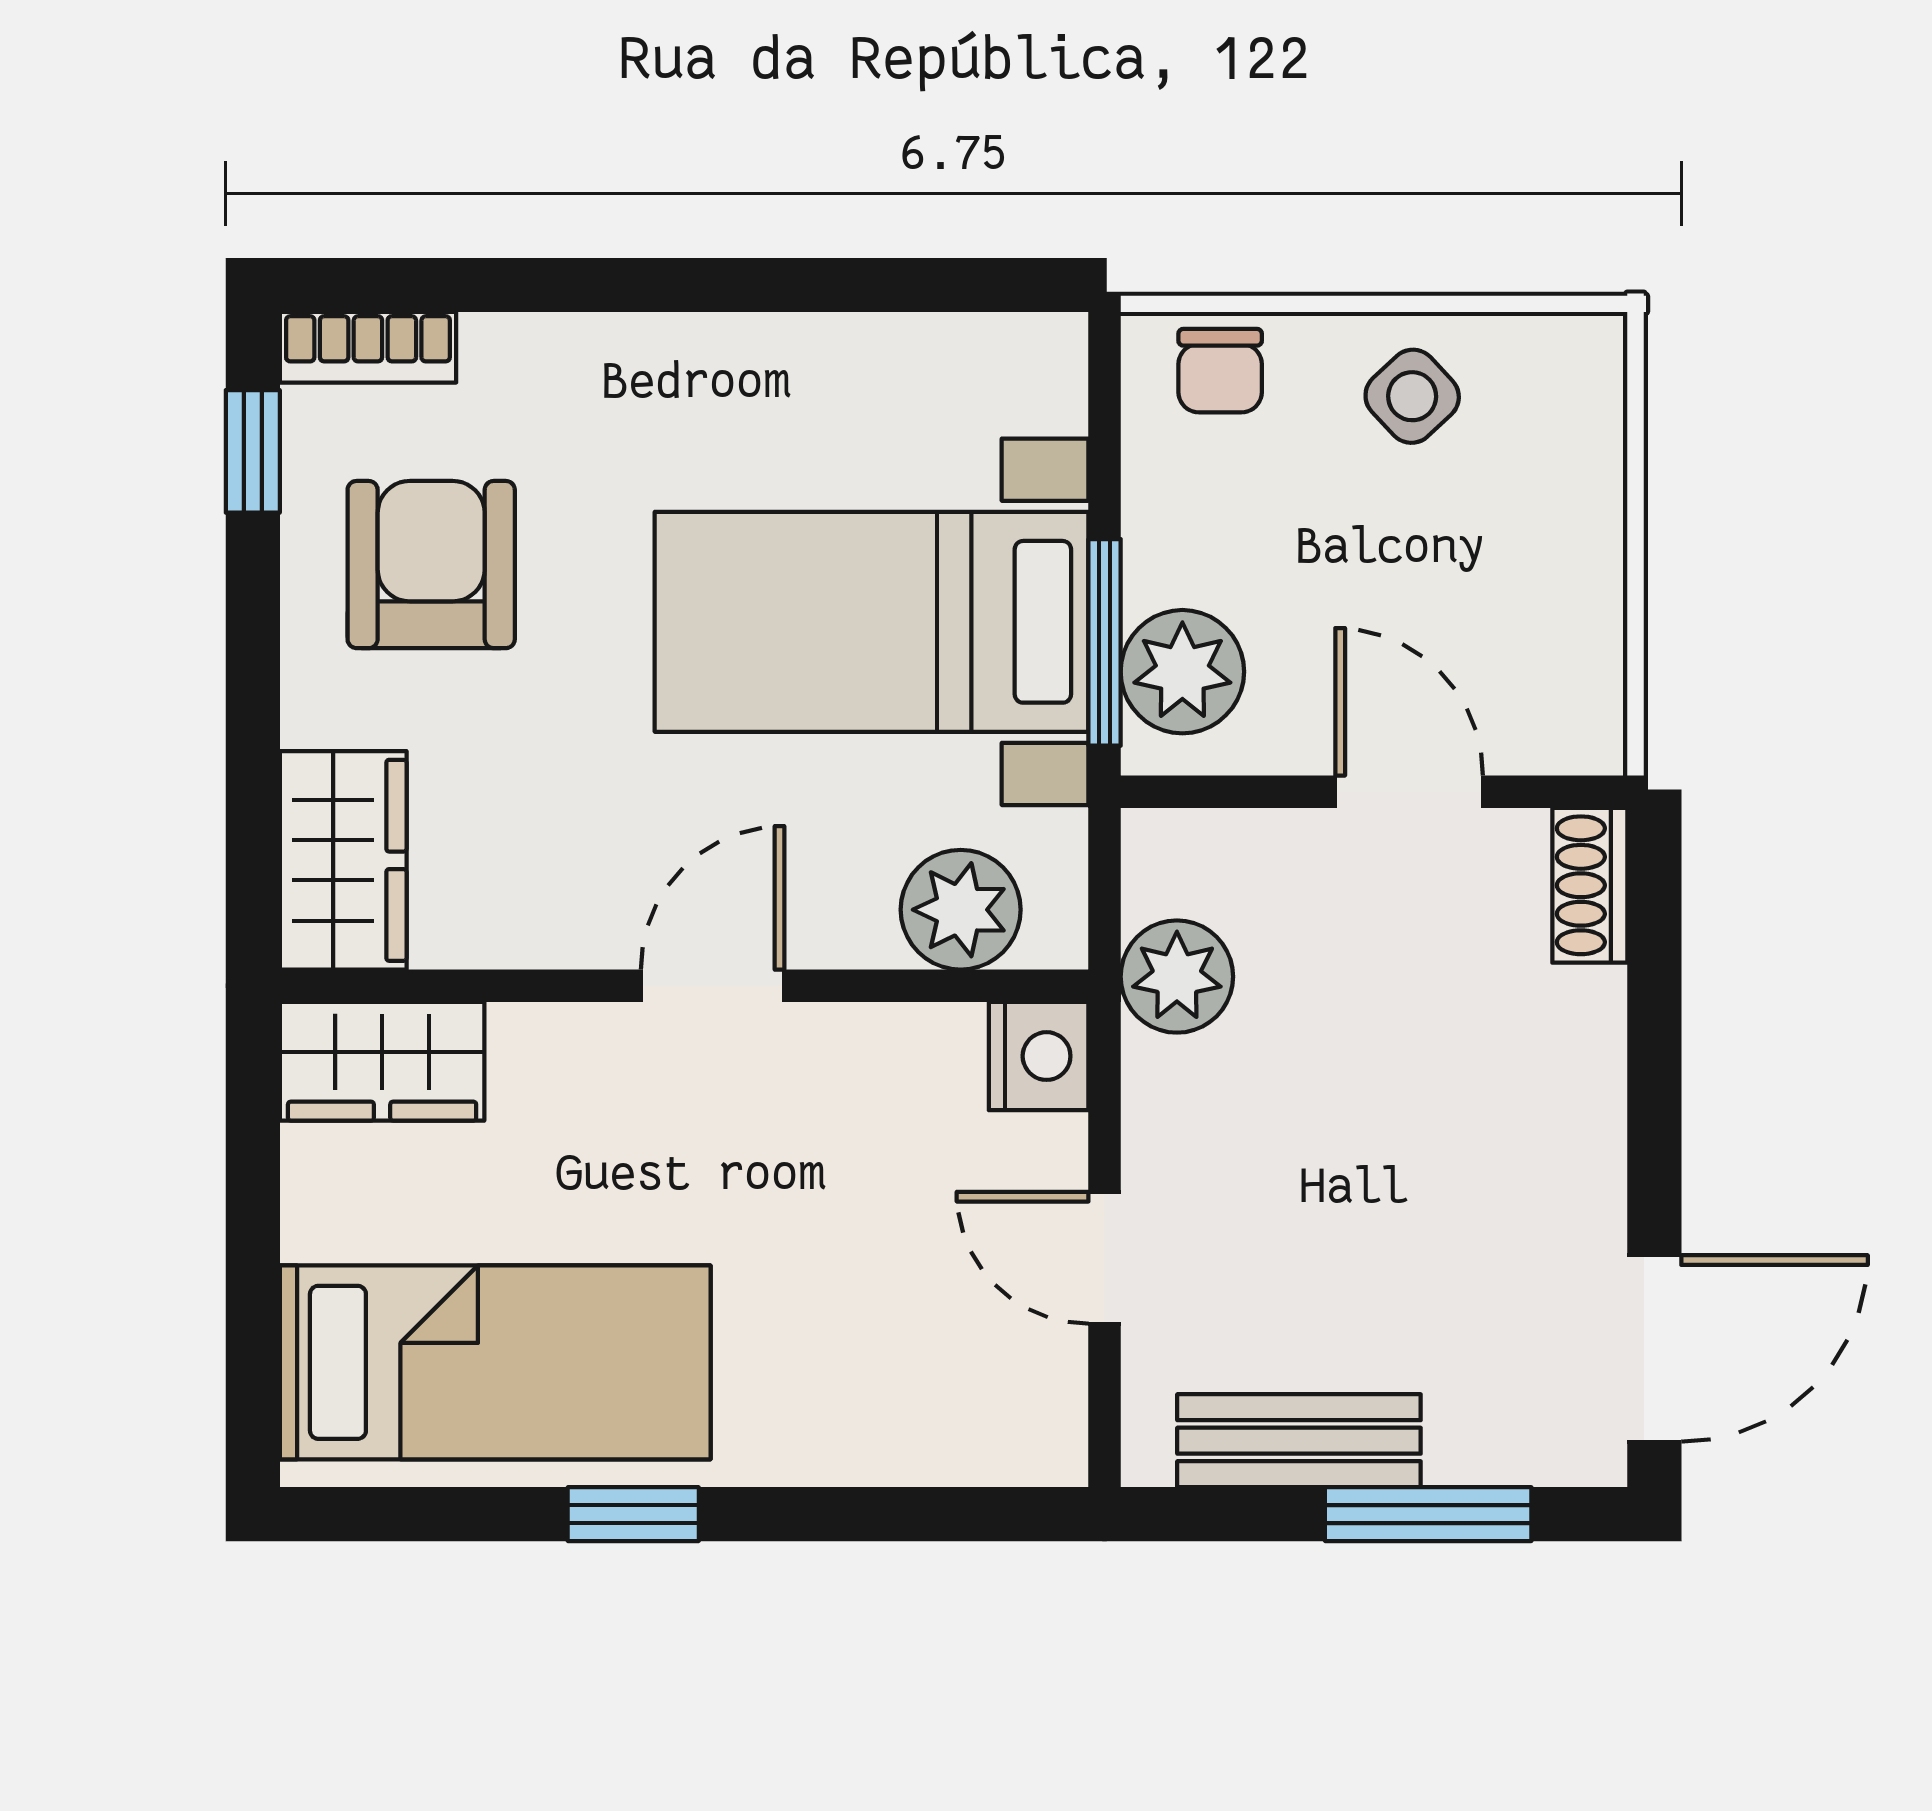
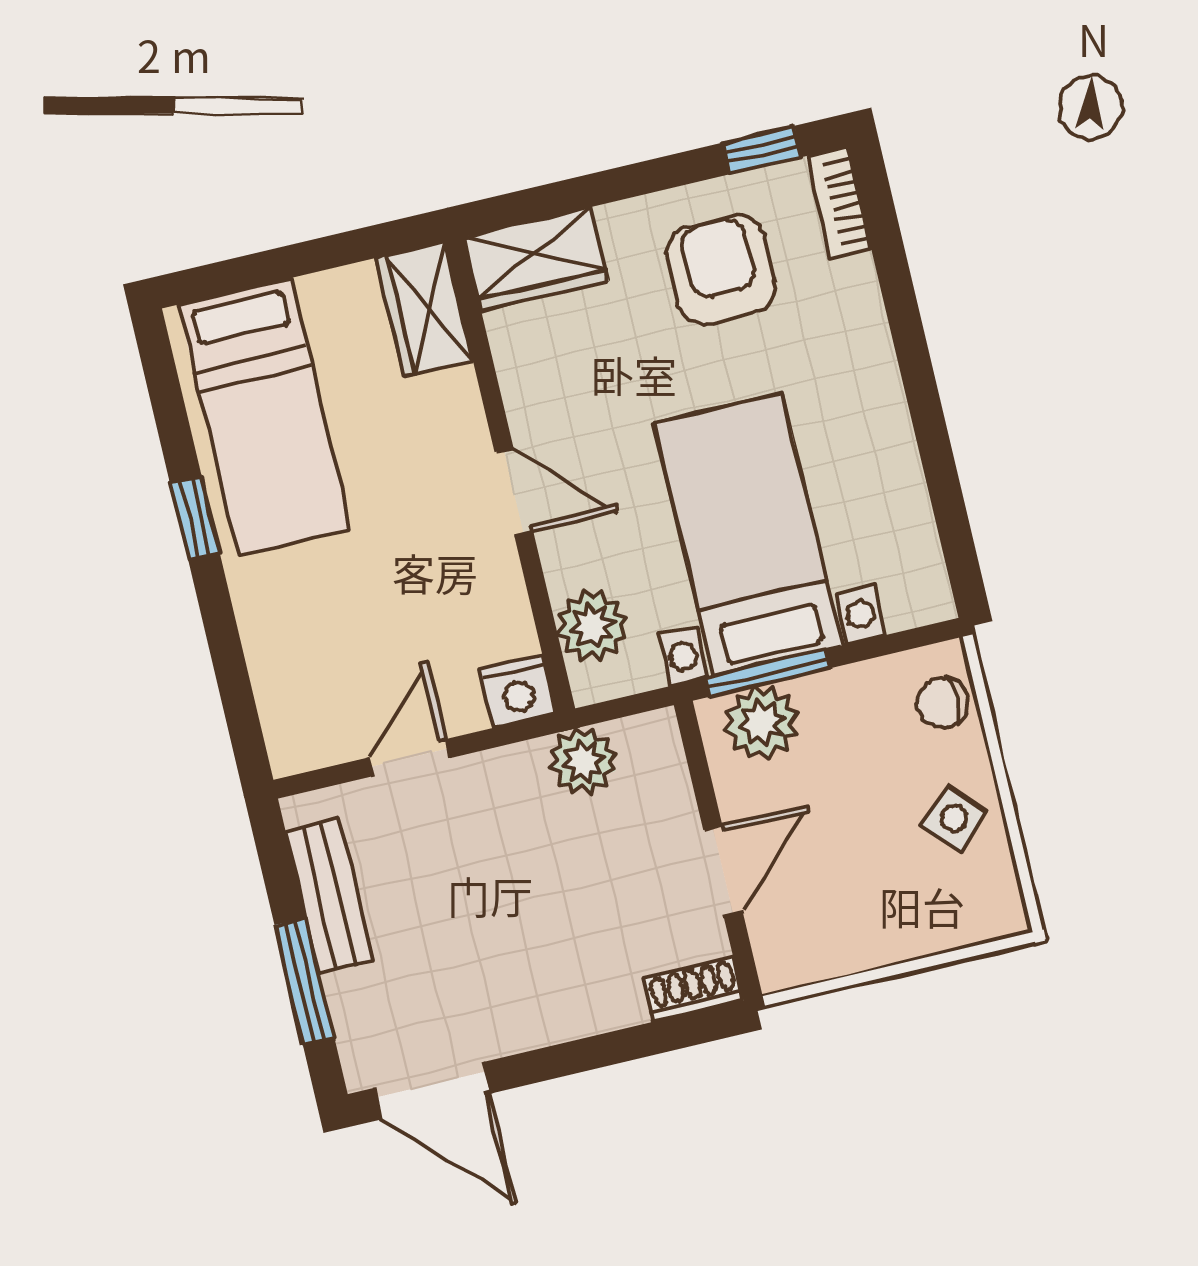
armchair: (431, 565) -> (721, 270), turned -90

